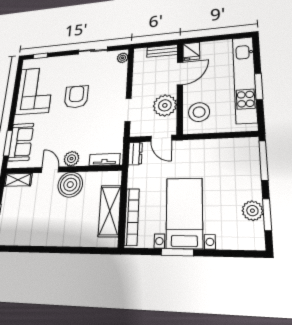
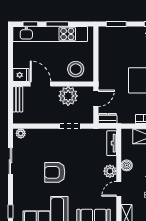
window: (257, 56) -> (30, 24), added
window: (264, 160) -> (116, 24), width x0.69
boiler: (70, 185) -> (127, 165), width x0.54, depth x0.54

